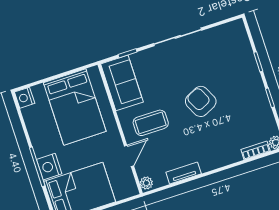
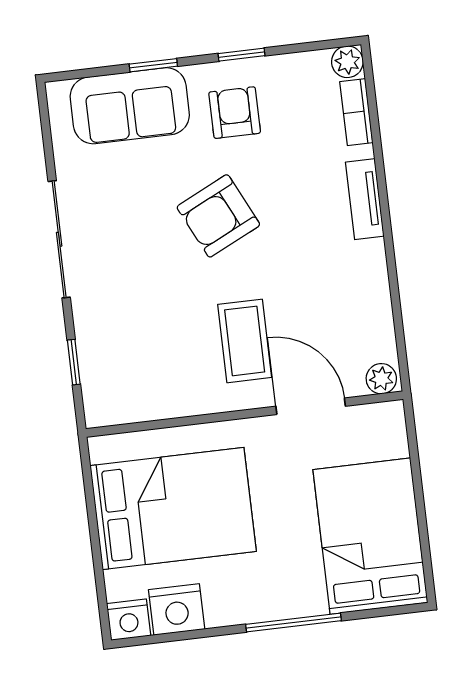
sofa: (122, 83) -> (130, 106), moved, turned 180
armchair: (245, 100) -> (235, 113), added
door: (129, 156) -> (311, 406), width x1.38
nightstand: (49, 167) -> (177, 610), moved
tv unit: (184, 173) -> (365, 199), moved

